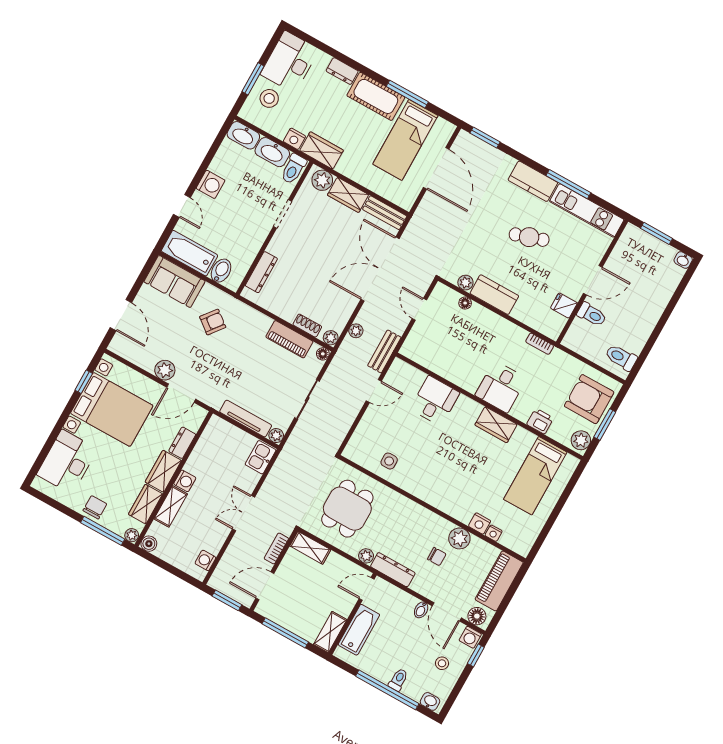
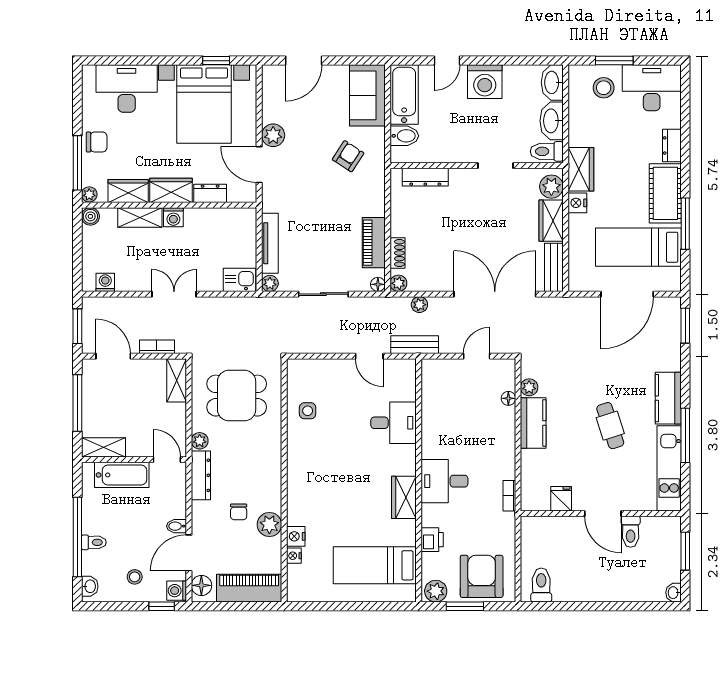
nightstand: (294, 139) -> (577, 203), moved
washing machine: (211, 184) -> (485, 82), width x1.37, depth x1.37
toilet: (592, 315) -> (631, 532), moved
armchair: (213, 322) -> (348, 156), turned -95

